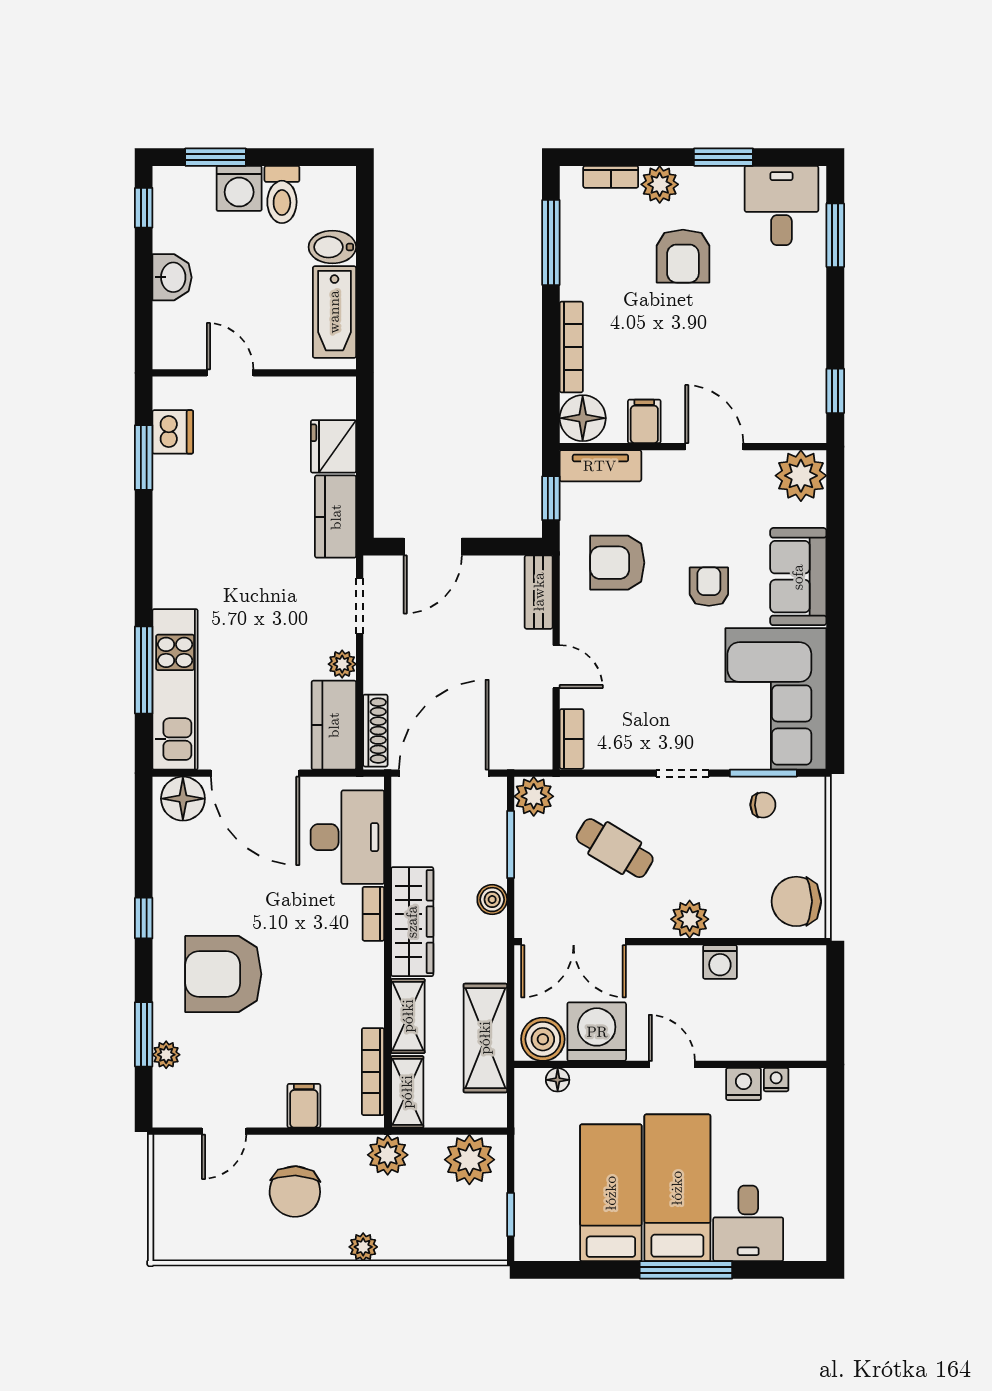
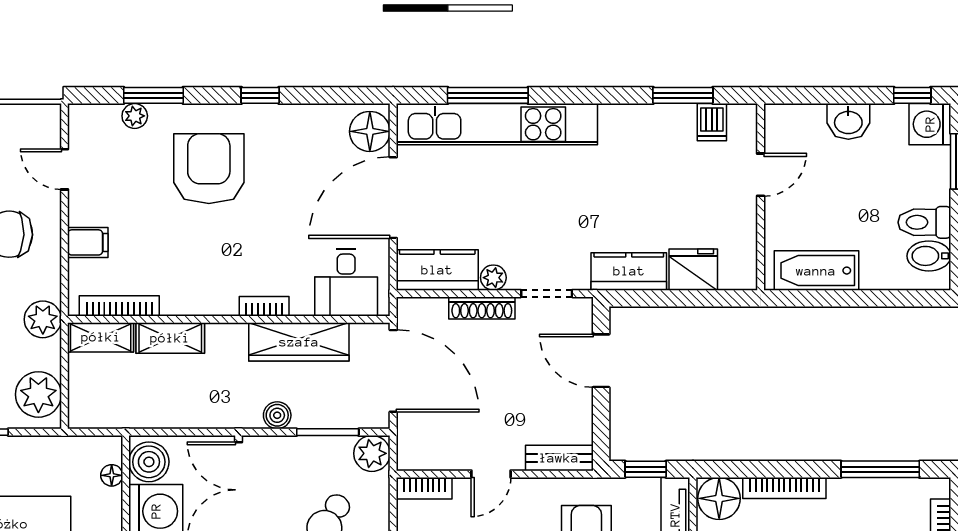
washing machine: (239, 188) -> (930, 124), moved
bidet: (332, 247) -> (929, 256), moved, turned -90
dishwasher: (173, 432) -> (712, 122), width x0.73
kitchen unit: (175, 689) -> (497, 124), width x1.36
shoe rack: (375, 731) -> (482, 308), moved
desk: (347, 837) -> (346, 282), width x0.73
wardrobe: (412, 922) -> (299, 342), moved
shelving: (485, 1038) -> (150, 409), removed

